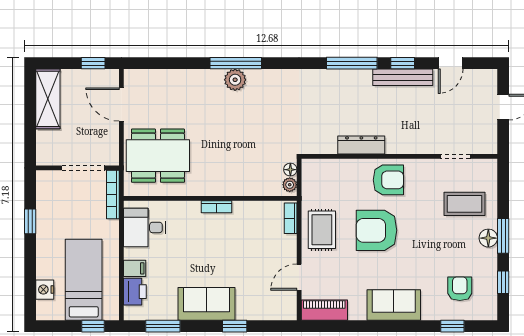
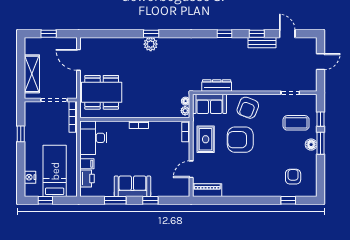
window: (93, 63) -> (49, 34), moved
window: (236, 63) -> (151, 34), width x0.46
window: (352, 63) -> (225, 34), width x0.46
door: (451, 63) -> (287, 34), swing flipped
bench: (403, 77) -> (262, 43), width x0.73
shelving: (48, 99) -> (32, 74), moved
dresser: (361, 145) -> (217, 86), moved
armchair: (388, 180) -> (248, 108), turned 111
desk: (145, 227) -> (93, 138), width x1.37
window: (503, 282) -> (321, 119), moved
sofa: (394, 305) -> (209, 104), moved, turned 180
window: (93, 326) -> (45, 200), moved
window: (163, 326) -> (115, 200), moved

